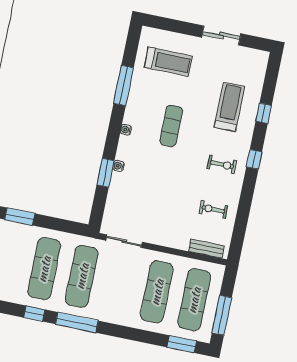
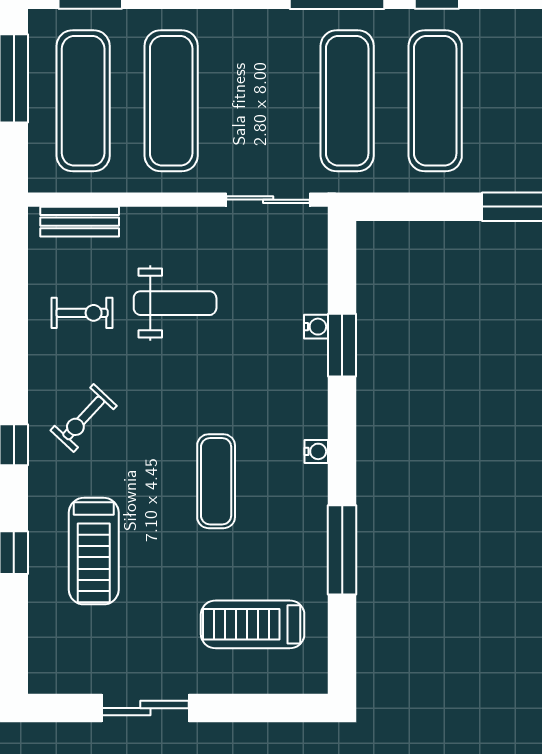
exercise bike: (222, 164) -> (84, 418), turned -47
water cooler: (118, 166) -> (316, 327), moved
weight bench: (173, 205) -> (175, 303), added

